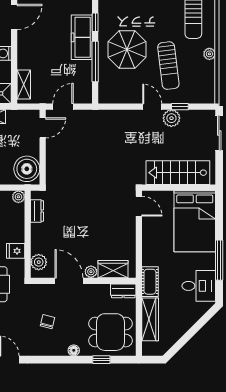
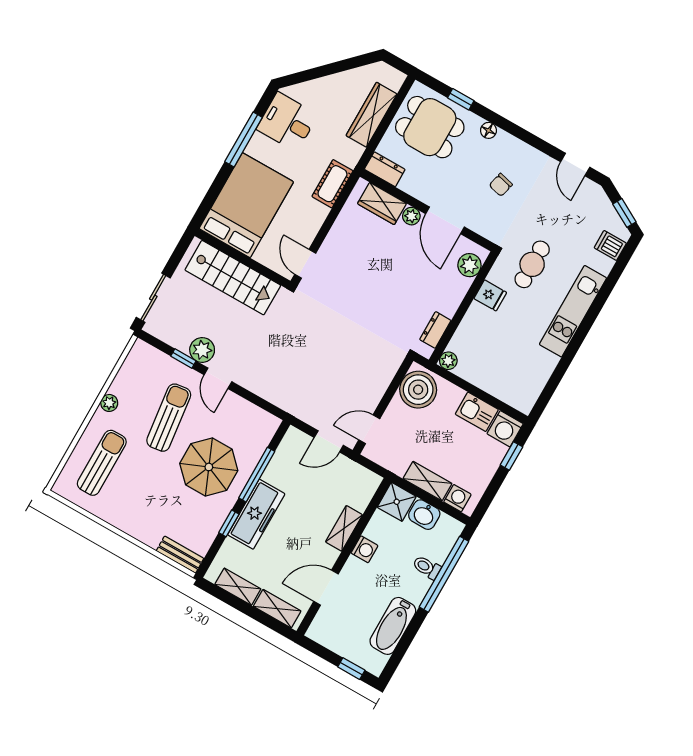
shelving: (24, 85) -> (344, 528), moved
cot: (150, 282) -> (332, 184), moved

